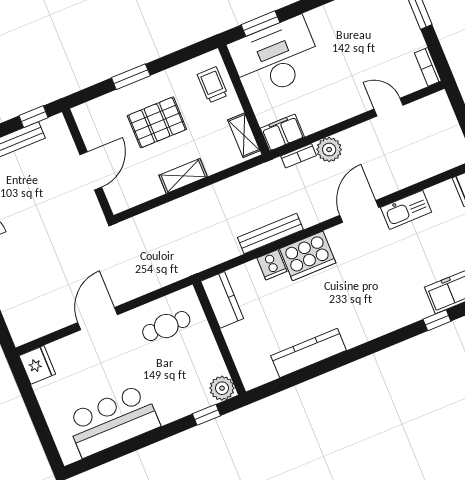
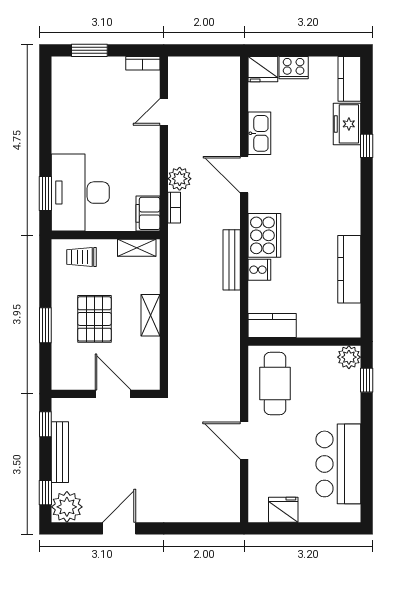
cafe table: (166, 326) -> (275, 384), width x1.37, depth x1.35
fridge: (37, 365) -> (283, 510), moved

